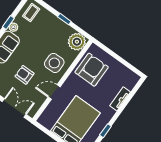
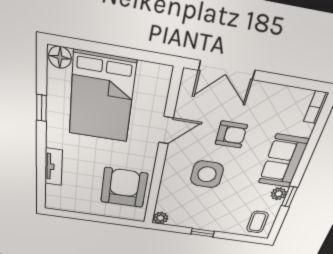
plant: (77, 42) -> (161, 218), width x0.53, depth x0.53
side table: (54, 63) -> (207, 174), moved
armchair: (92, 70) -> (124, 188), turned 180

